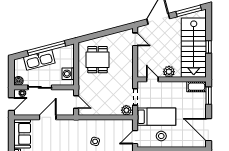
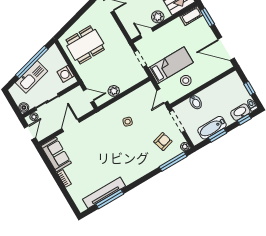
dining table: (98, 60) -> (85, 45), width x1.38
plant: (126, 110) -> (114, 91), moved

